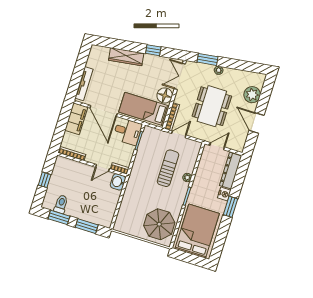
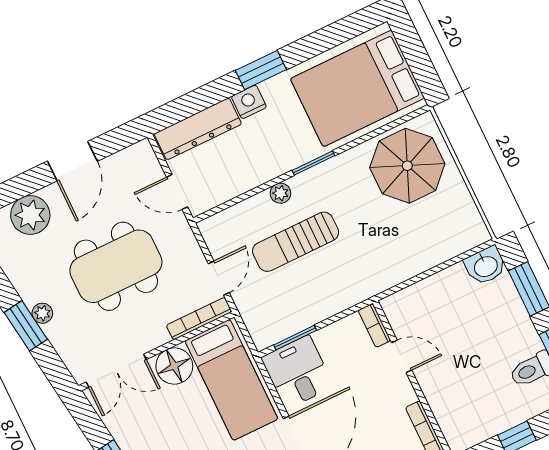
window: (207, 59) -> (26, 326), moved
door: (179, 134) -> (219, 278), swing flipped
washbasin: (118, 182) -> (485, 266), moved

